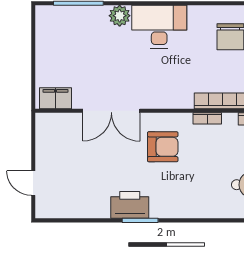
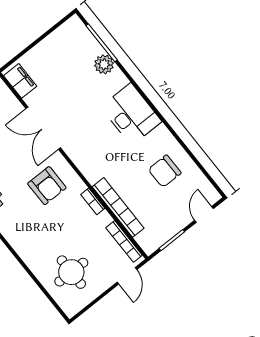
plant: (120, 16) -> (104, 64), moved

